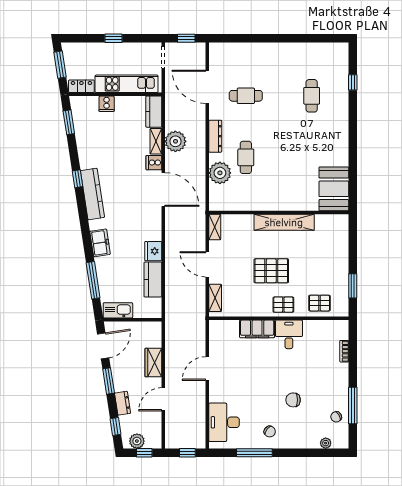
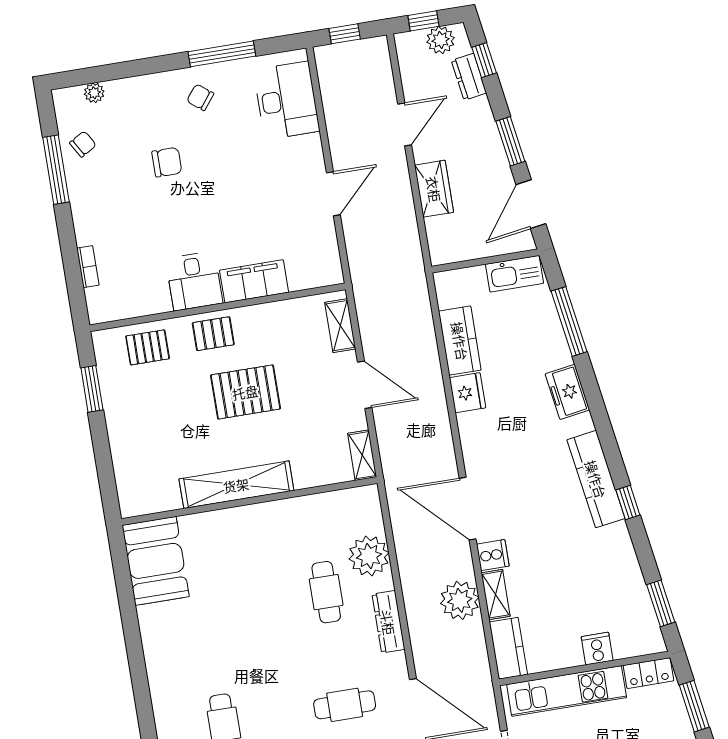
dresser: (123, 403) -> (469, 77), moved

